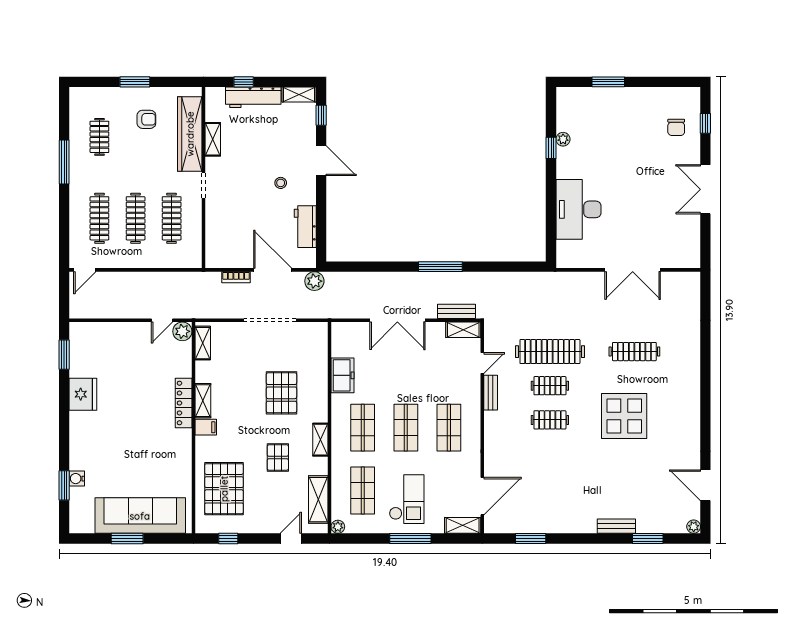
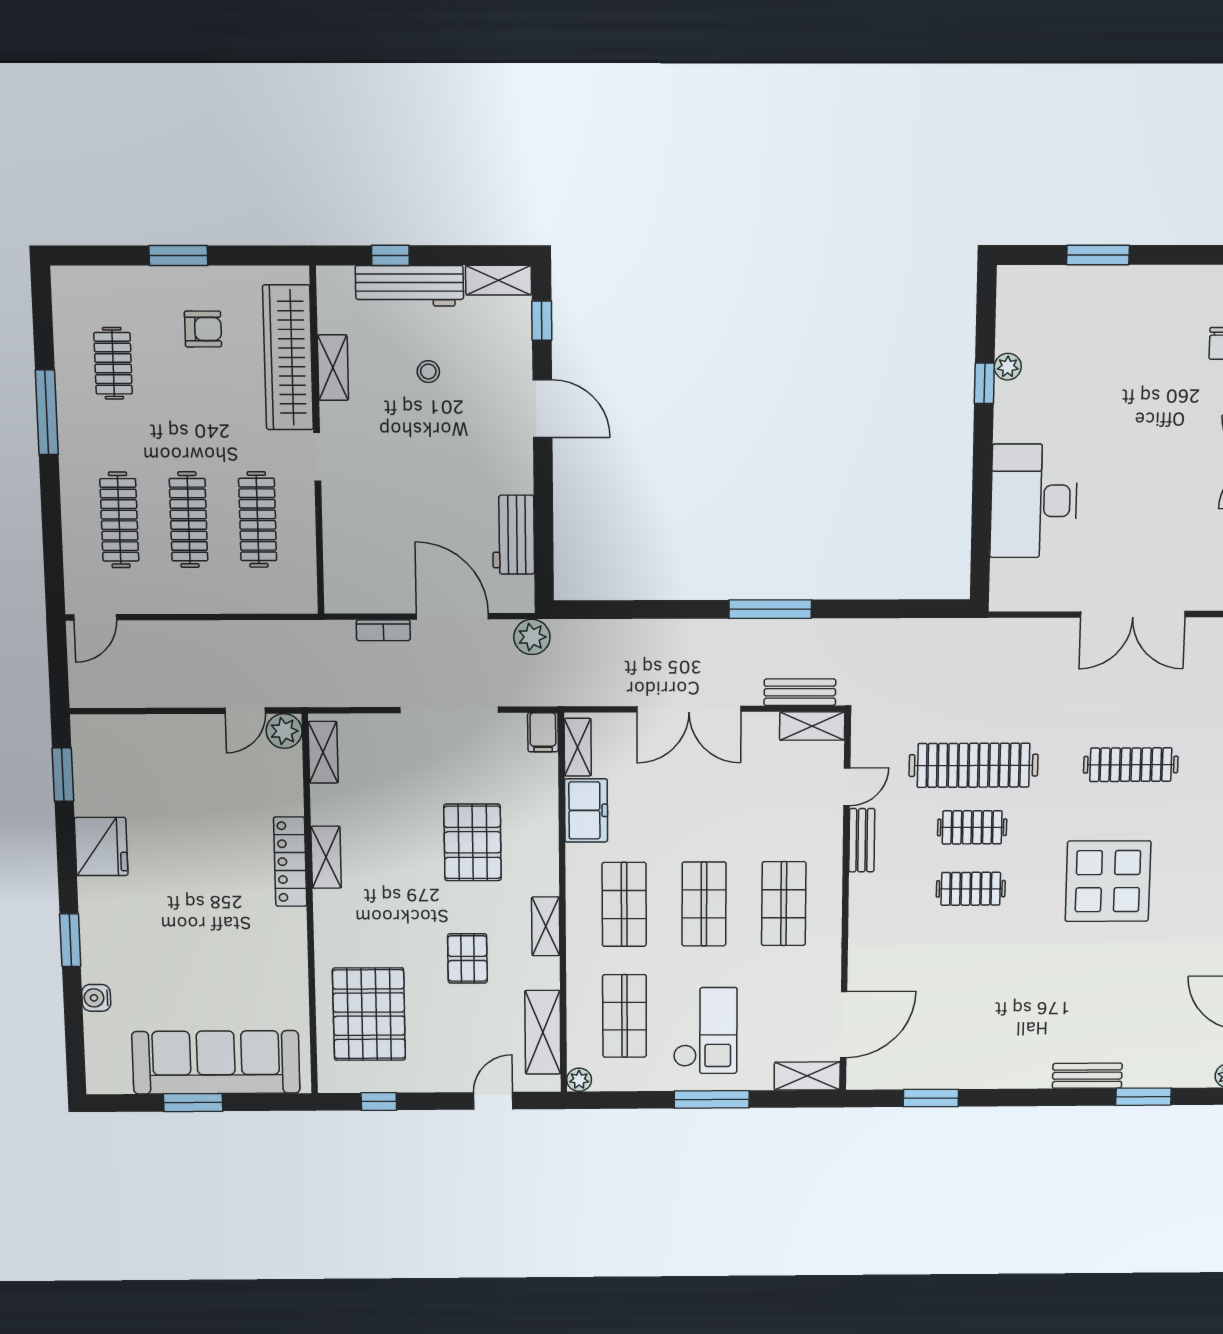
stool: (281, 183) -> (428, 372), moved
shelving: (338, 341) -> (578, 747), added
filing cabinet: (206, 427) -> (543, 732), moved, turned 90
window: (64, 485) -> (70, 940), moved

